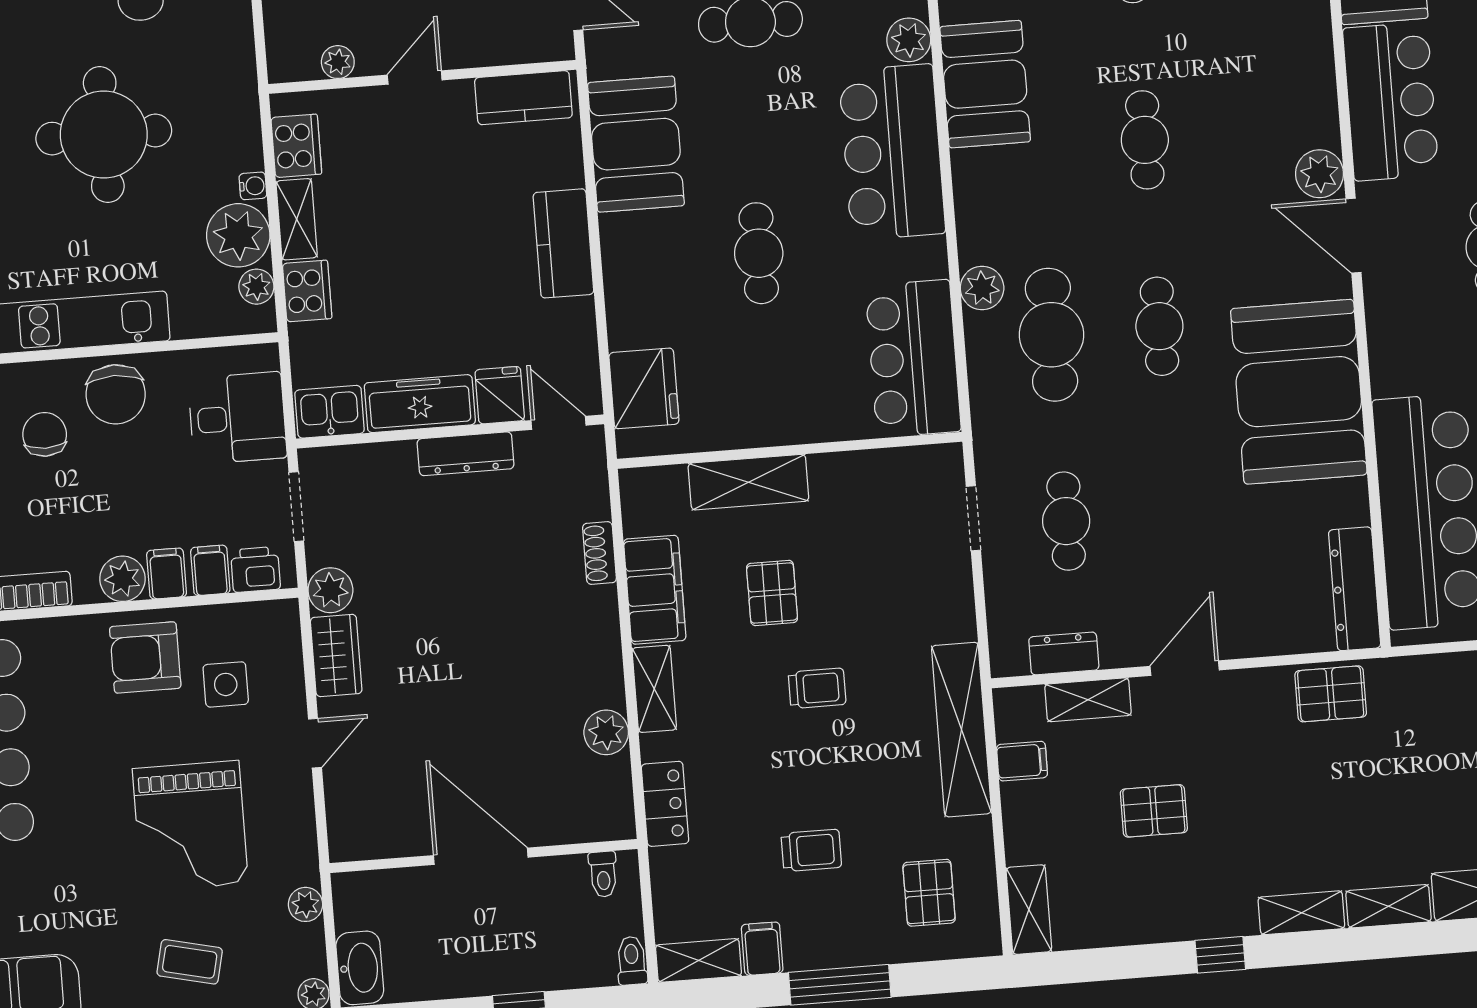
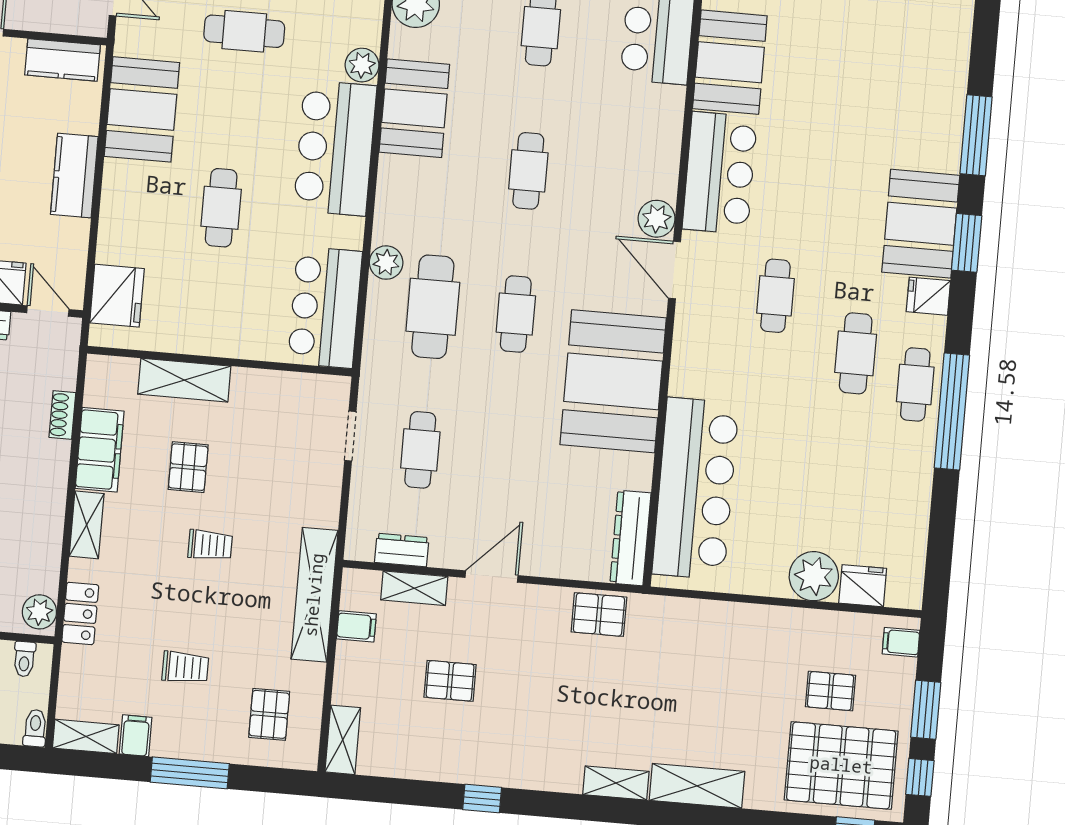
plant: (606, 732) -> (39, 612), moved
shelving: (1301, 913) -> (549, 777), removed

